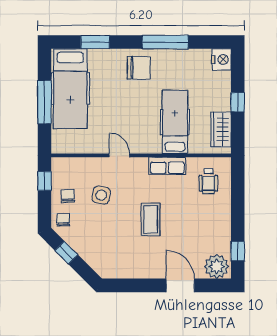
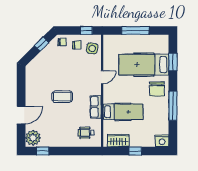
hospital bed: (70, 89) -> (144, 65), moved
side table: (101, 195) -> (92, 48), moved

